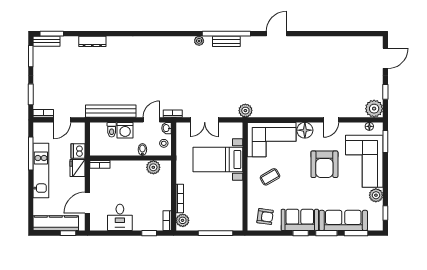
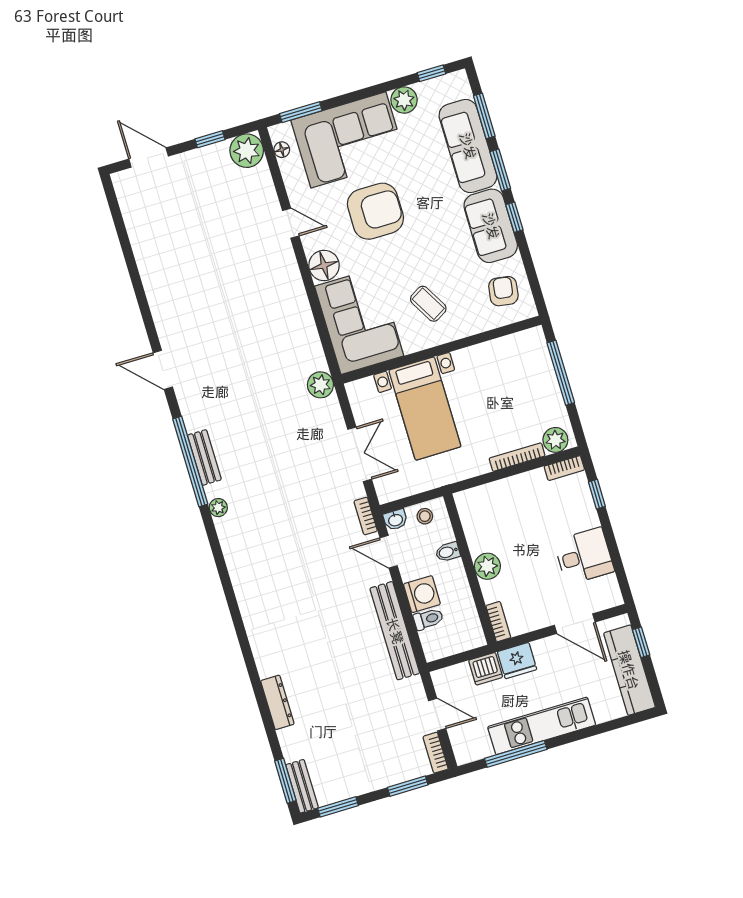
plant: (153, 167) -> (487, 566), moved

